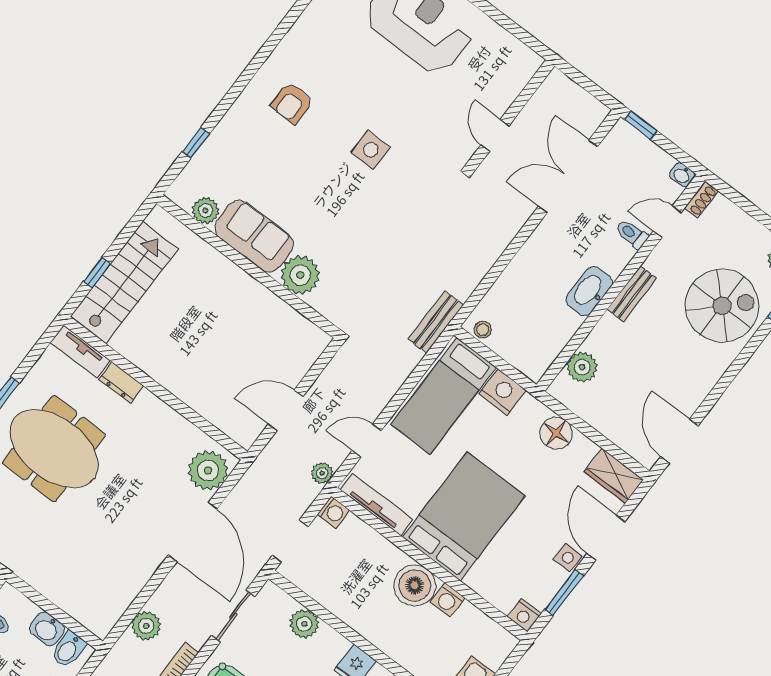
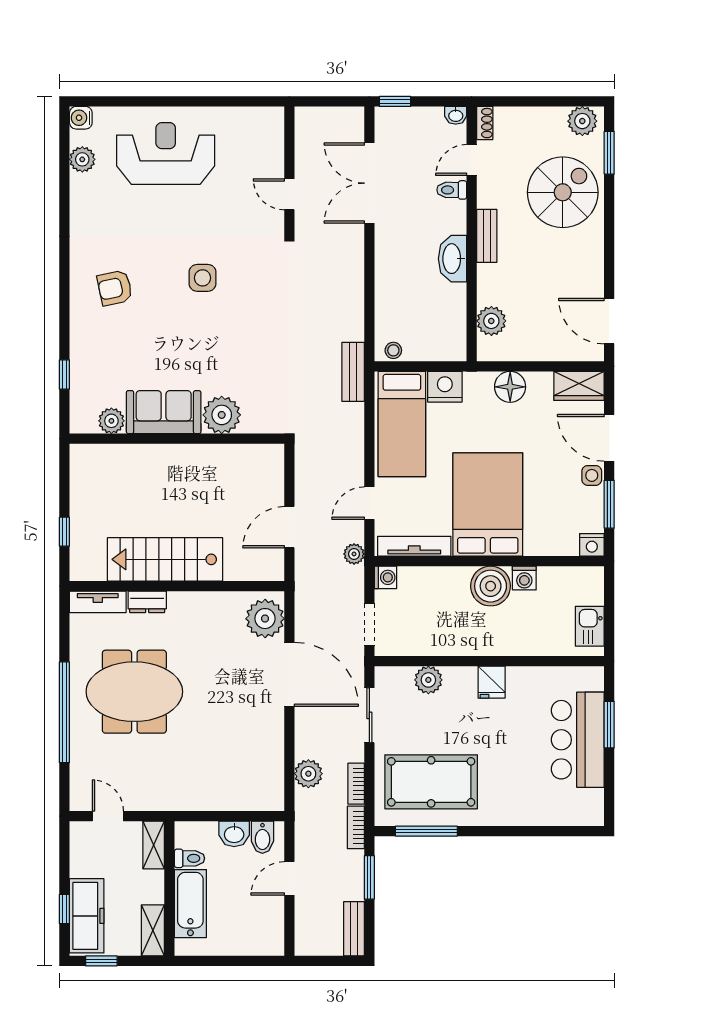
armchair: (292, 103) -> (115, 288), turned 78
stairs: (124, 283) -> (165, 559), moved, turned -90

